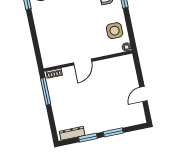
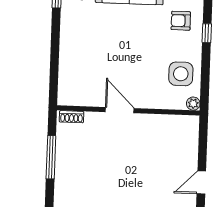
door: (83, 62) -> (120, 110), swing flipped
window: (46, 91) -> (51, 157), moved

